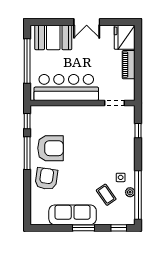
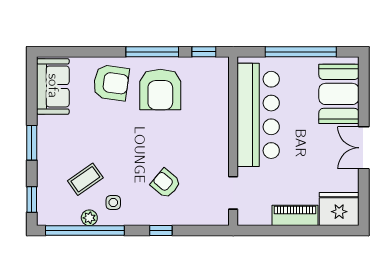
window: (138, 131) -> (161, 231), moved
armchair: (109, 145) -> (166, 183), added
sofa: (73, 215) -> (53, 86), moved, width x0.73

